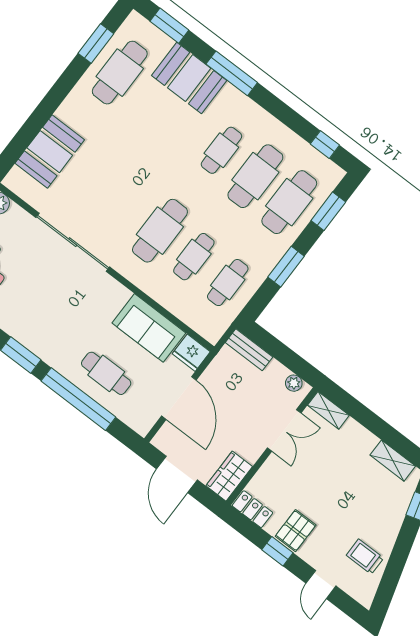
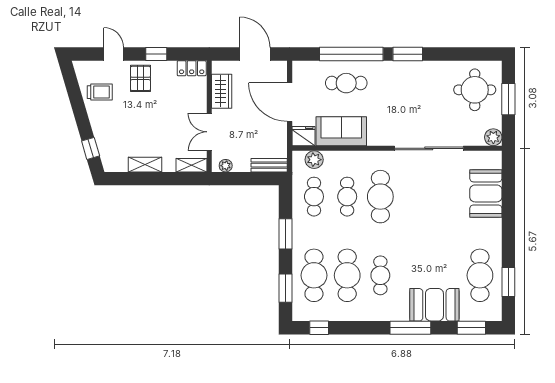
plant: (199, 320) -> (314, 160), added
shelving: (393, 461) -> (145, 165), moved
wardrobe: (229, 476) -> (222, 91), moved
pallet: (296, 531) -> (140, 78), moved

